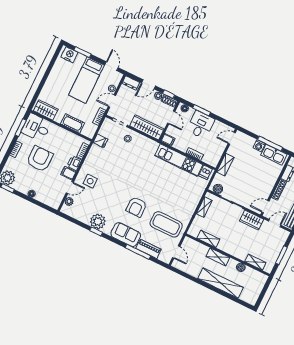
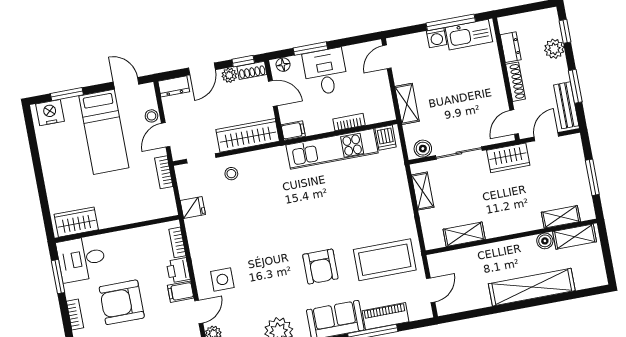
cot: (72, 123) -> (131, 213), removed
armchair: (40, 159) -> (122, 302), turned -90
door: (176, 252) -> (431, 290), hinge flipped
shelving: (218, 257) -> (575, 237), moved

